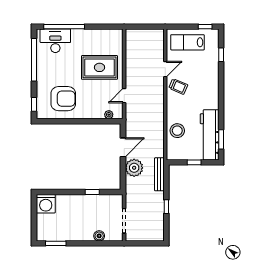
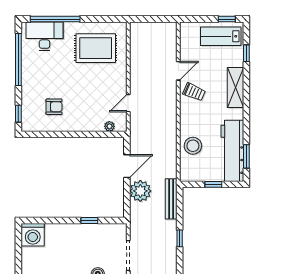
lab bench: (187, 42) -> (221, 36), moved
rug: (99, 67) -> (96, 48), moved
shelving: (212, 83) -> (235, 88), added
armchair: (63, 99) -> (54, 107), width x0.53, depth x0.53

